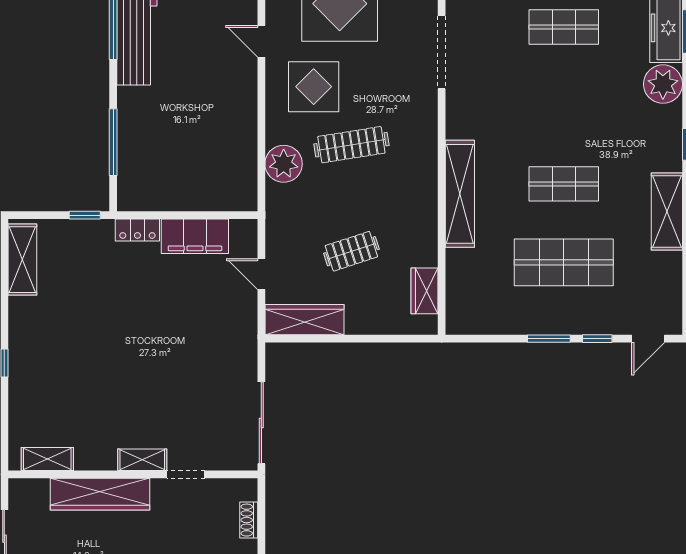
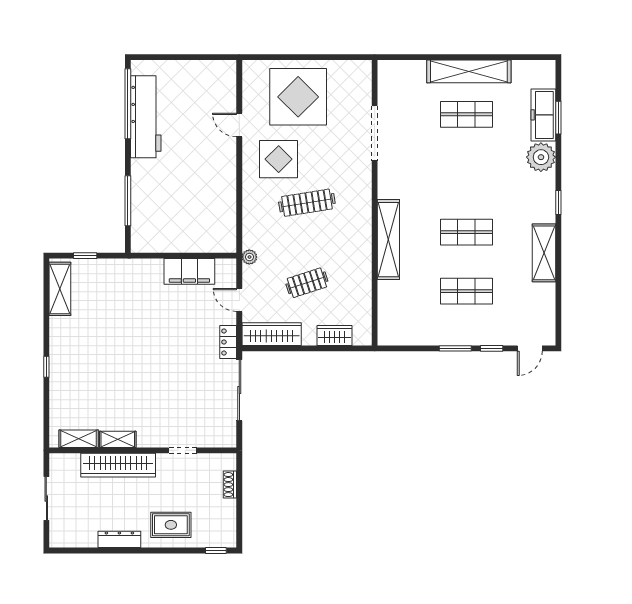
plant: (284, 164) -> (249, 257), moved, width x0.53, depth x0.53
window: (85, 215) -> (85, 256), moved
locker: (137, 230) -> (228, 342), moved, turned 90
shop shelf: (564, 262) -> (466, 291), width x0.70, depth x0.74
wardrobe: (425, 291) -> (335, 335), moved, turned 90
sliding door: (261, 423) -> (239, 390), moved
shelving: (142, 460) -> (118, 439), moved

